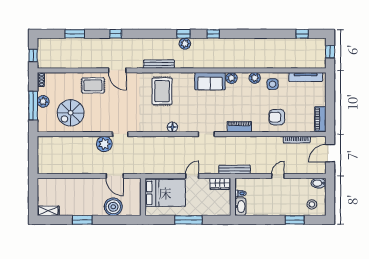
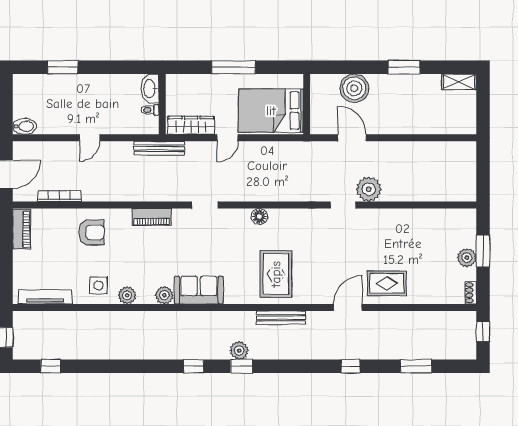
door: (117, 70) -> (348, 307), hinge flipped
window: (33, 106) -> (483, 251), width x0.69
spiral stairs: (71, 113) -> (423, 239), removed
wardrobe: (220, 184) -> (191, 125), width x1.50
stool: (312, 204) -> (35, 92), removed

